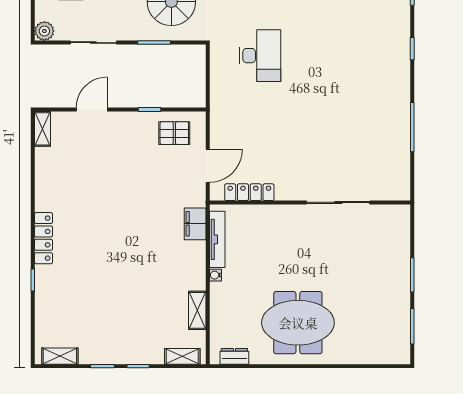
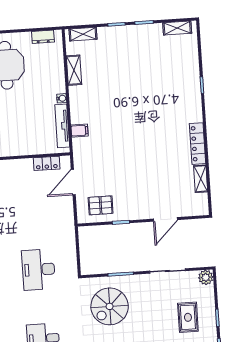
shelving: (43, 129) -> (201, 179), moved
locker: (249, 192) -> (47, 163), width x0.66
filing cabinet: (195, 224) -> (80, 131), width x0.50
locker: (44, 238) -> (198, 144), moved

